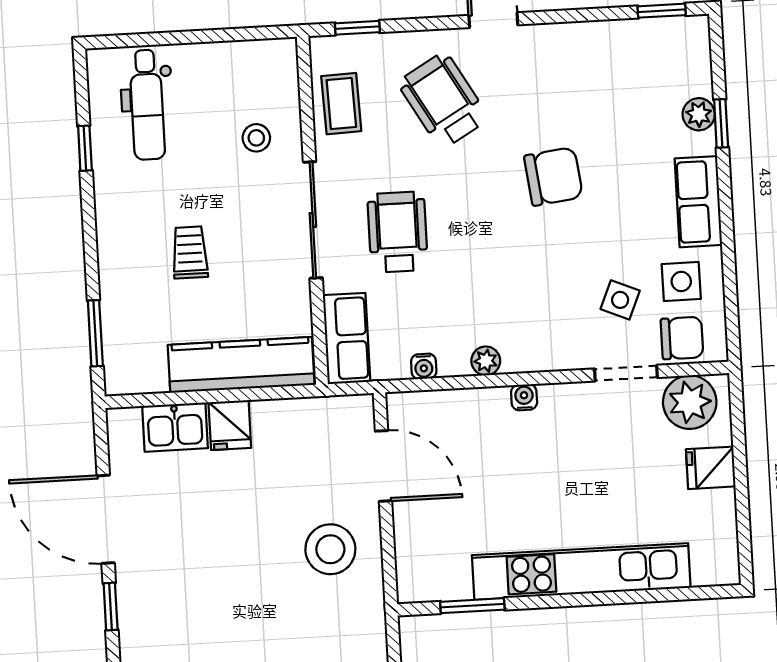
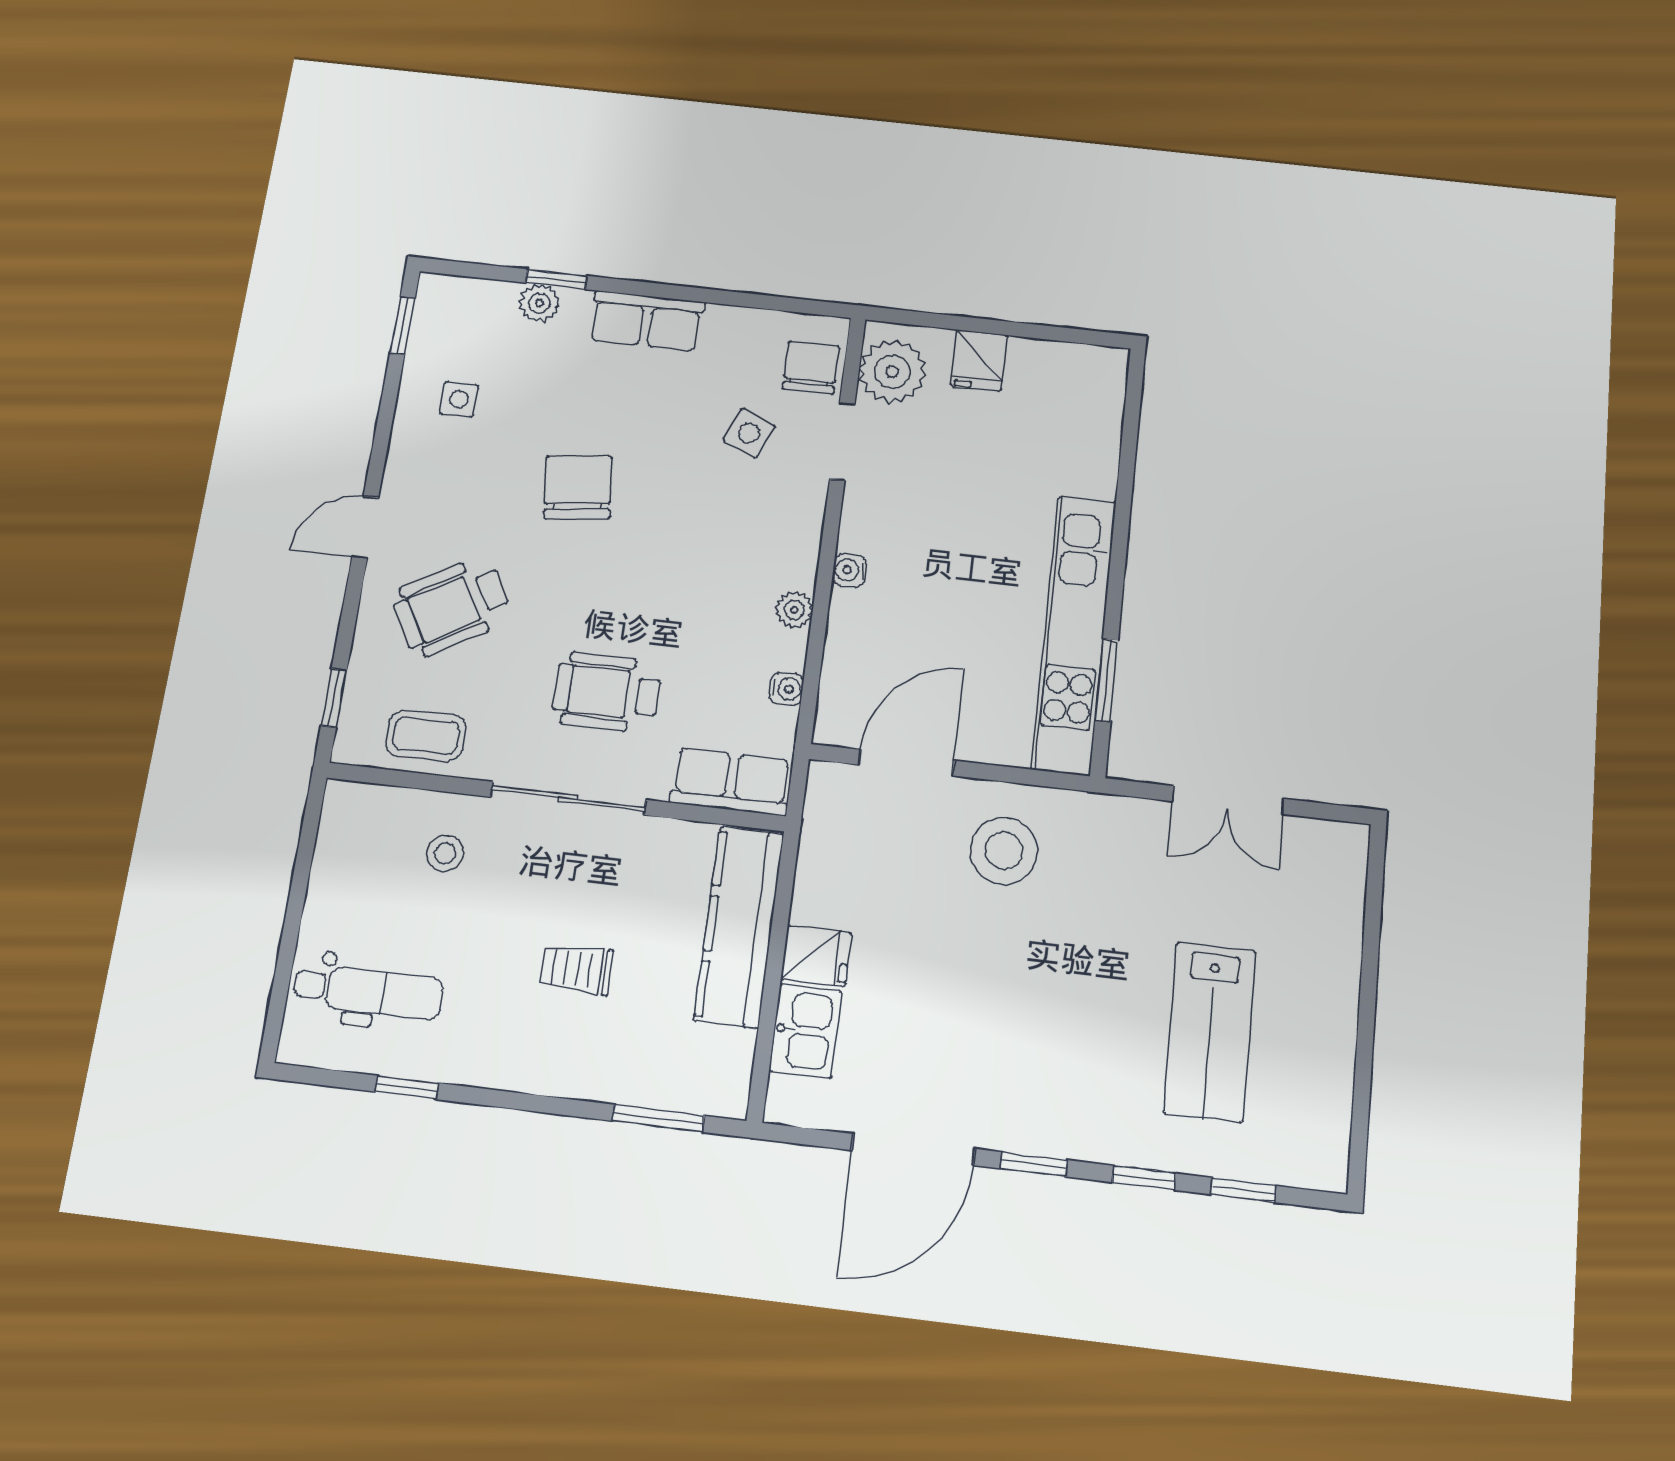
side table: (681, 281) -> (459, 399), moved, width x0.73, depth x0.73
kitchen unit: (581, 571) -> (1074, 634), moved

